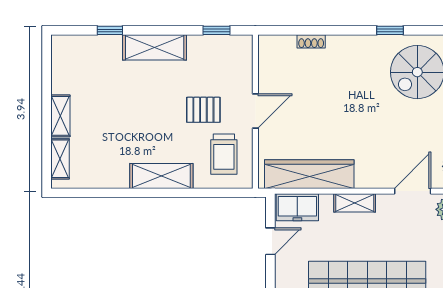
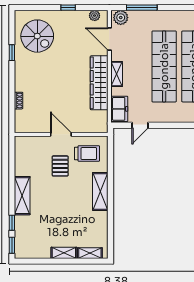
window: (216, 30) -> (12, 245), moved
wardrobe: (309, 174) -> (99, 83), moved
door: (270, 241) -> (140, 125), swing flipped

